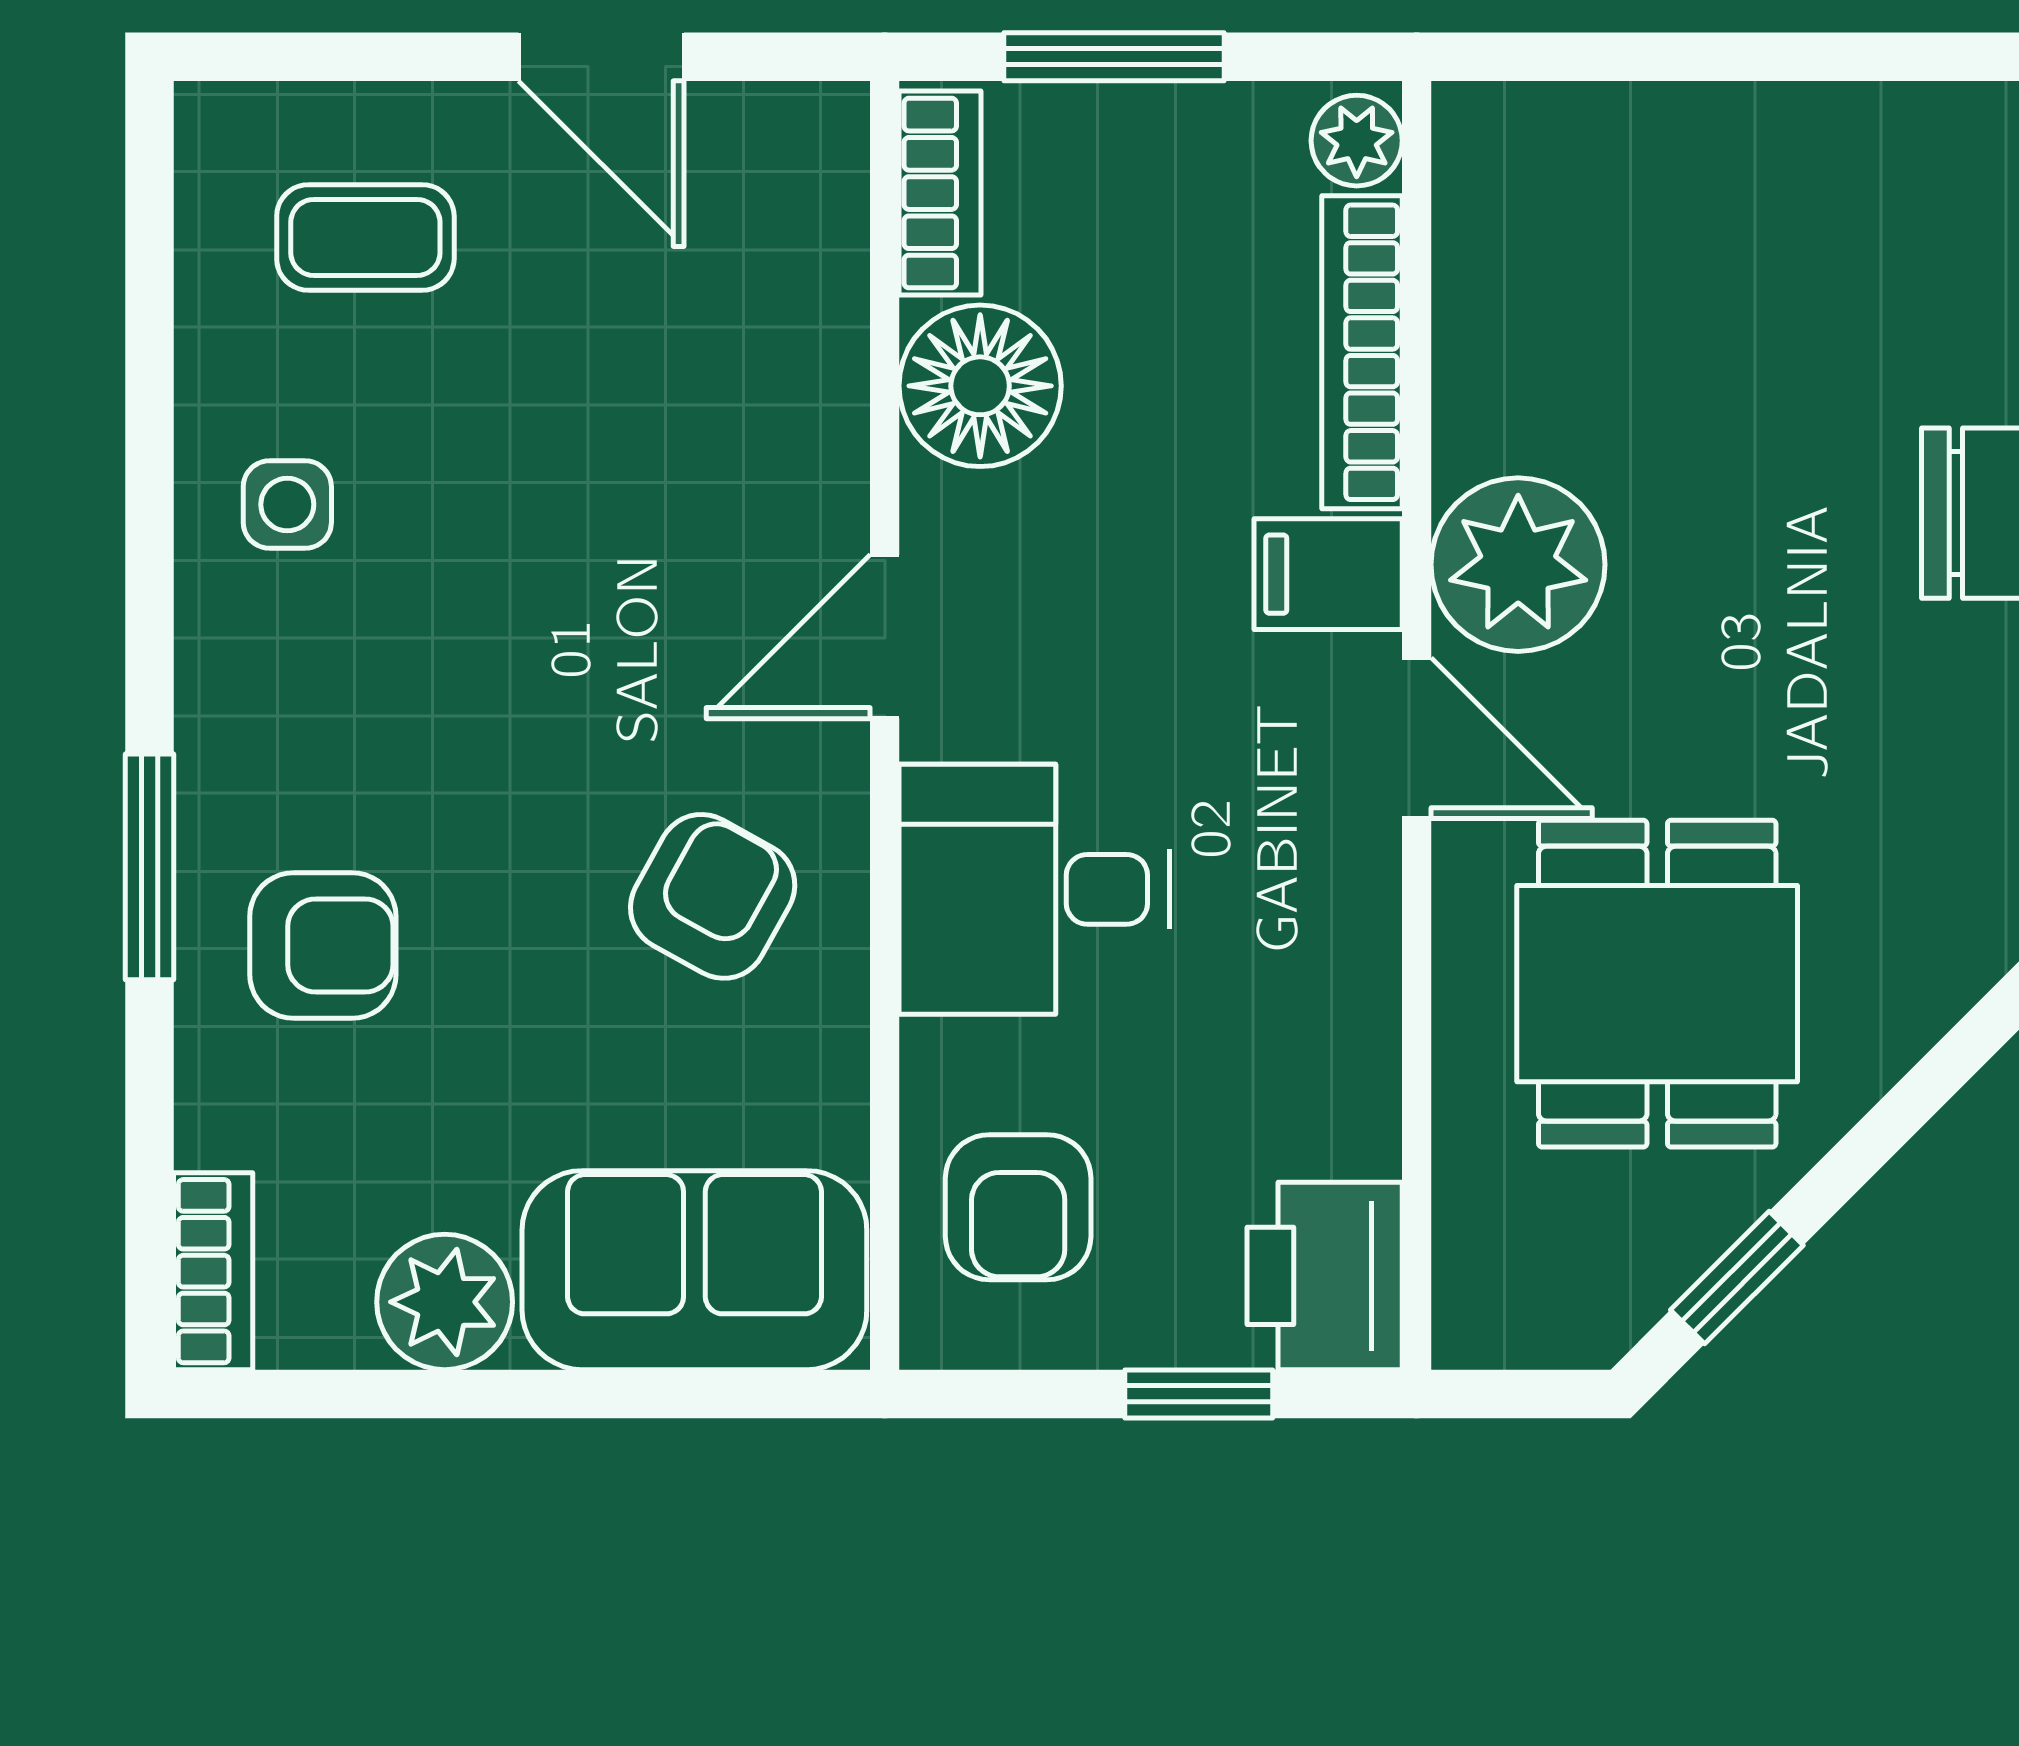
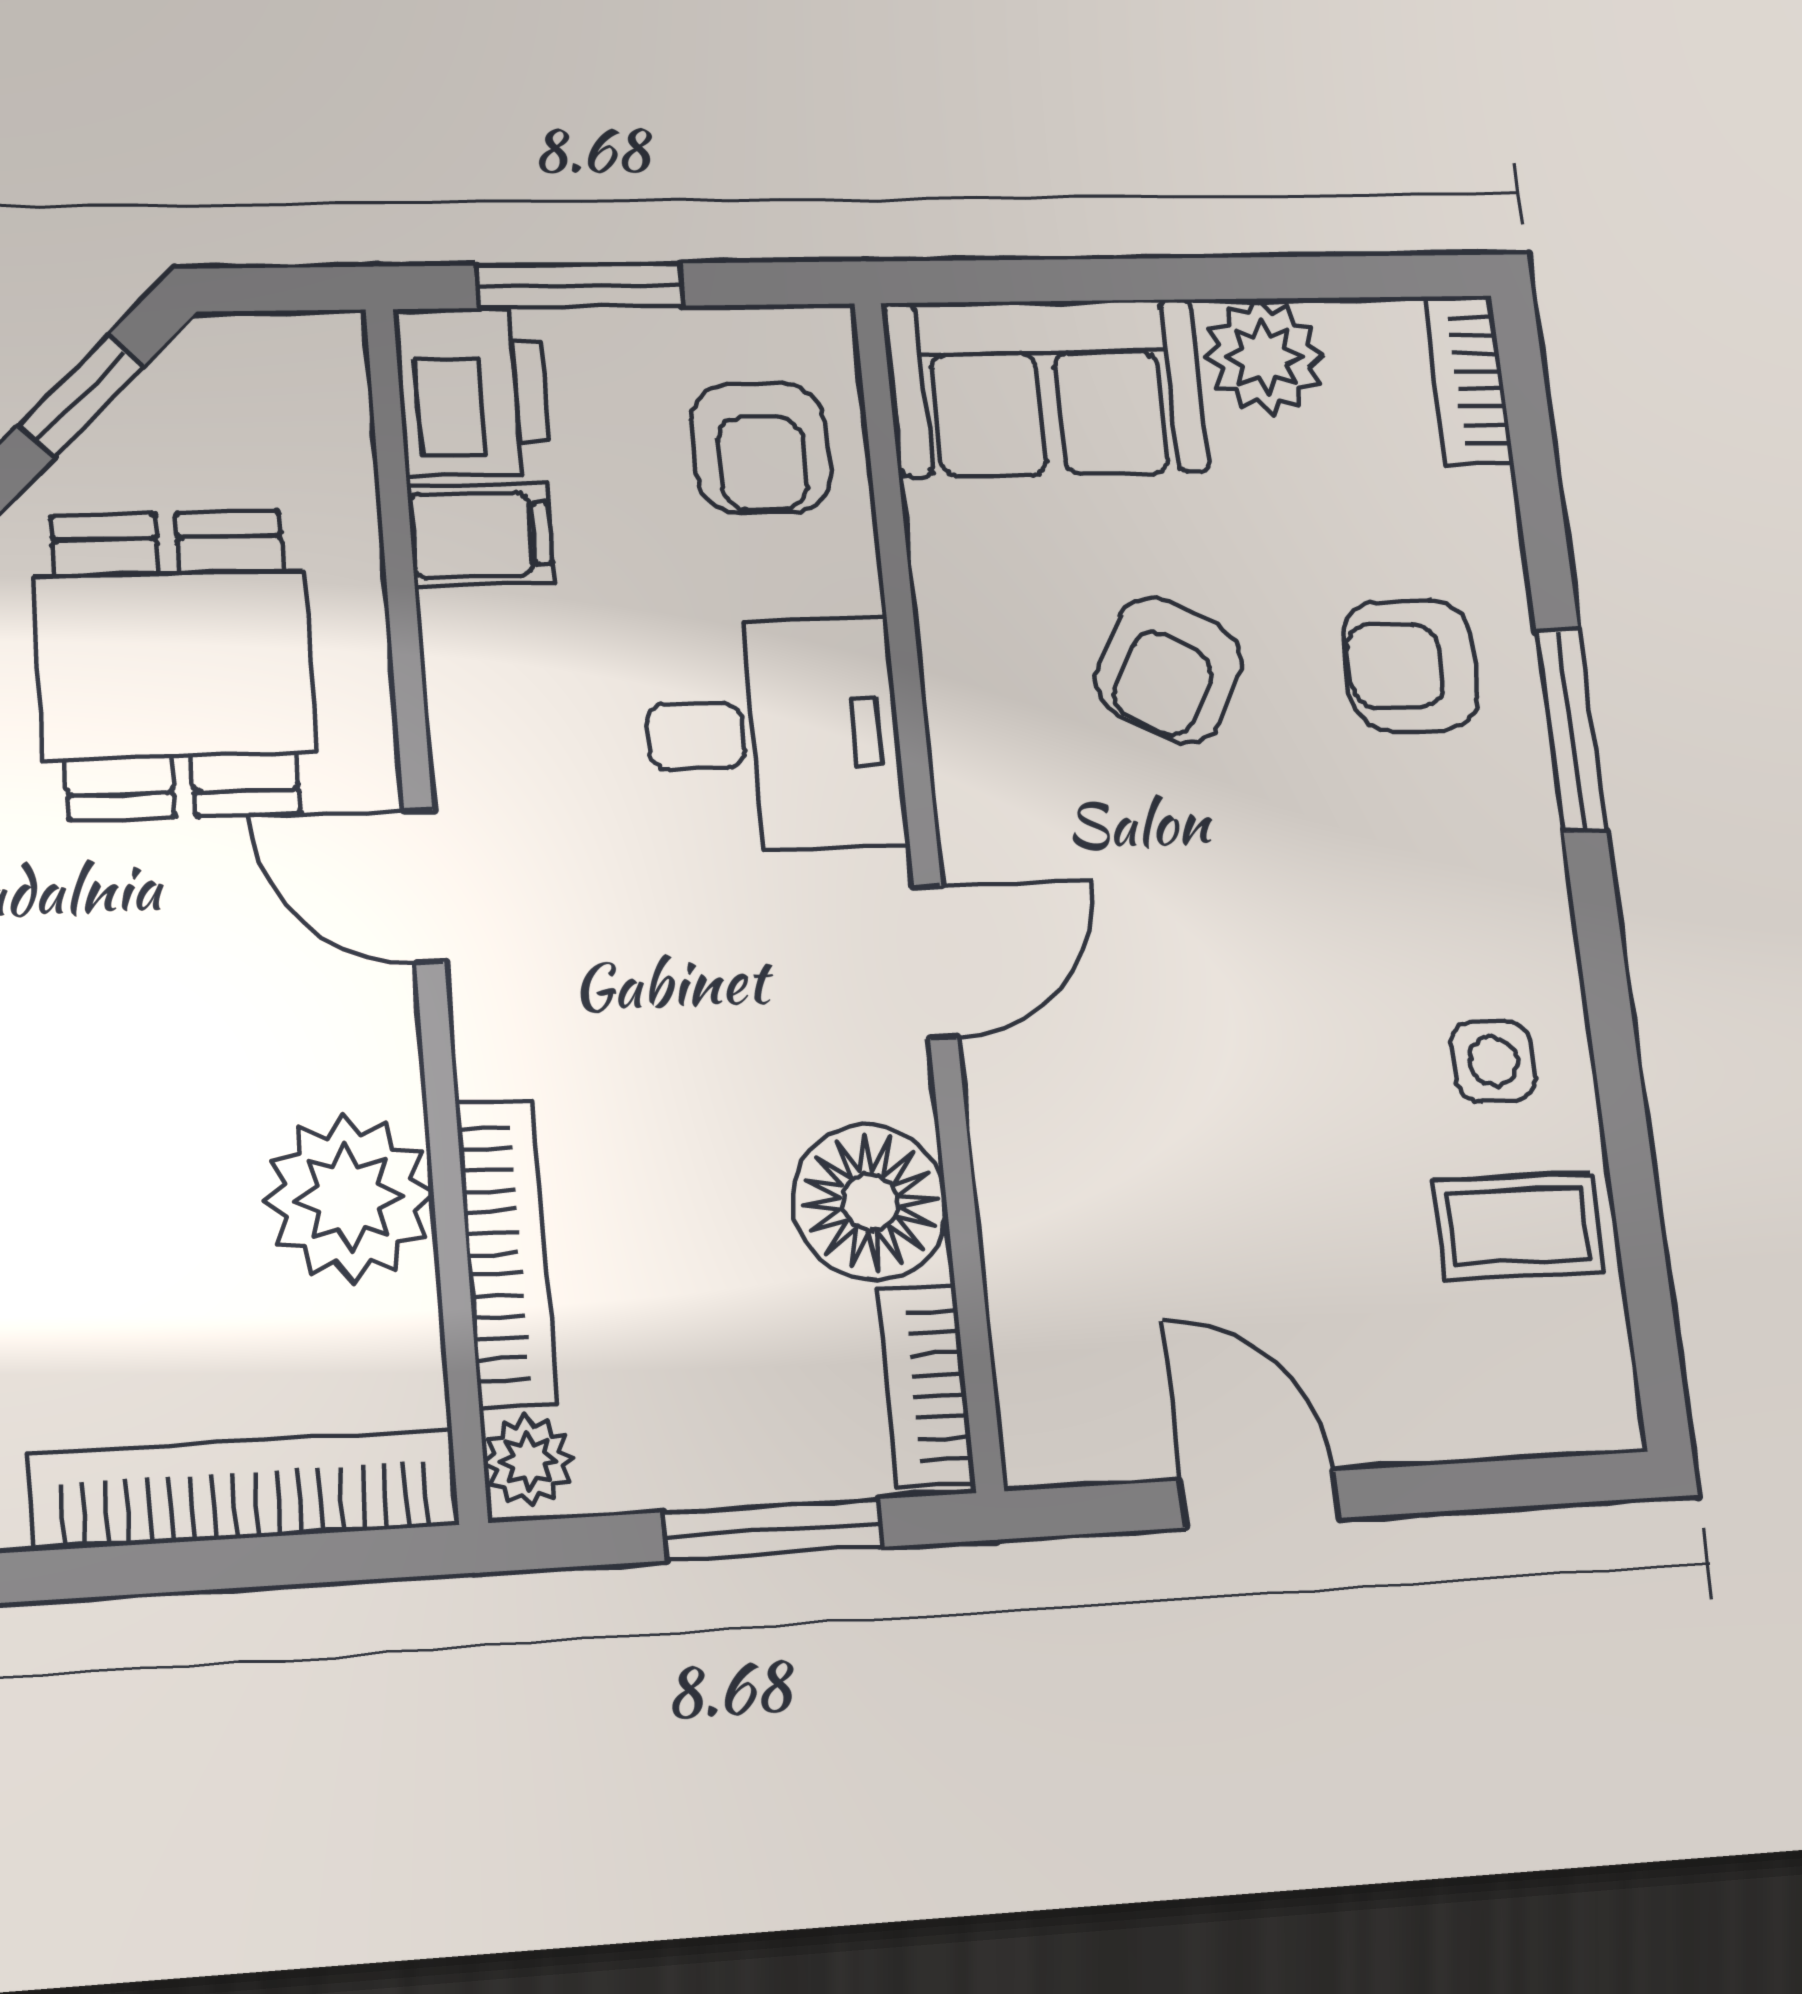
bookcase: (1642, 129) -> (245, 1490), added
coffee table: (365, 237) -> (1518, 1226), moved
plant: (1518, 565) -> (349, 1198), moved
filing cabinet: (1328, 574) -> (480, 534), moved
armchair: (713, 896) -> (1169, 670), moved
armchair: (1018, 1207) -> (761, 448), turned 180
window: (1199, 1394) -> (580, 286), width x1.50

